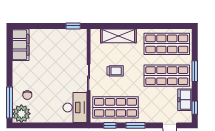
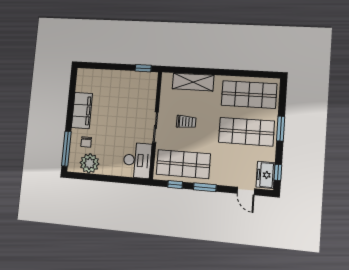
filing cabinet: (21, 45) -> (82, 111), moved
freezer: (185, 100) -> (265, 175), moved
plant: (21, 114) -> (90, 163), moved

